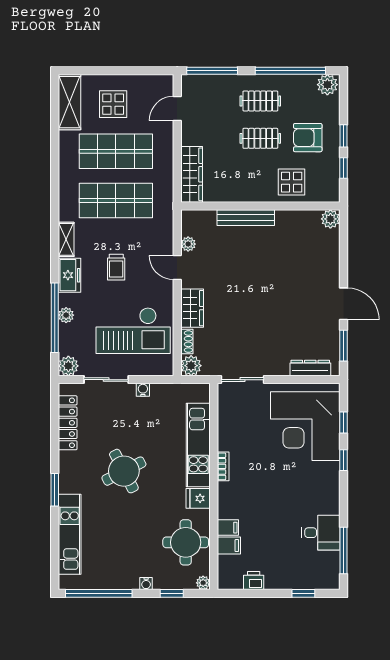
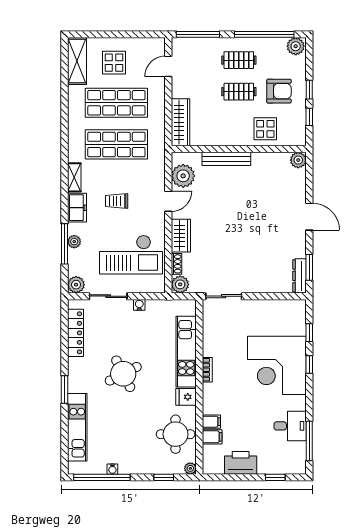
armchair: (308, 138) -> (279, 91), turned 180
plant: (188, 244) -> (183, 176), width x1.87, depth x1.87
trolley: (116, 267) -> (117, 201), turned 90
door: (177, 268) -> (168, 201), swing flipped
door: (343, 304) -> (309, 217), moved
window: (55, 318) -> (65, 244), width x0.68
dresser: (310, 368) -> (299, 276), moved, turned -90
corner desk: (305, 426) -> (277, 365), moved
printer: (254, 581) -> (241, 463), width x1.87, depth x1.48
water cooler: (146, 584) -> (112, 469), moved

